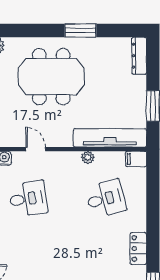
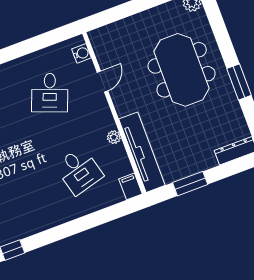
desk: (28, 199) -> (50, 93), turned 30
locker: (138, 248) -> (41, 223), removed

